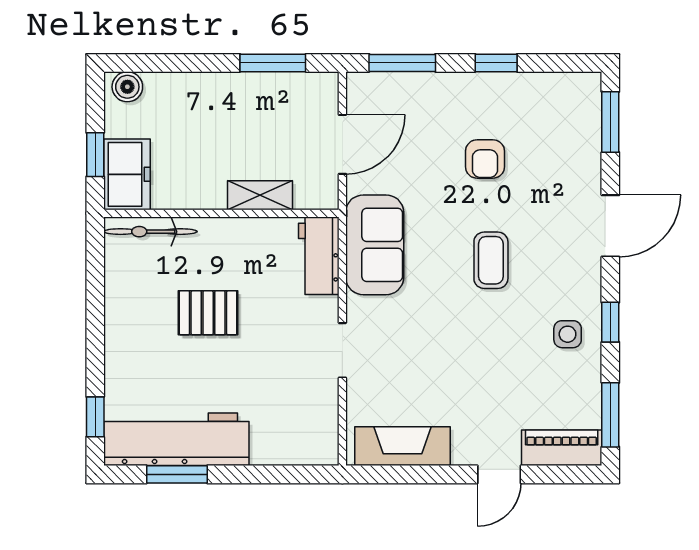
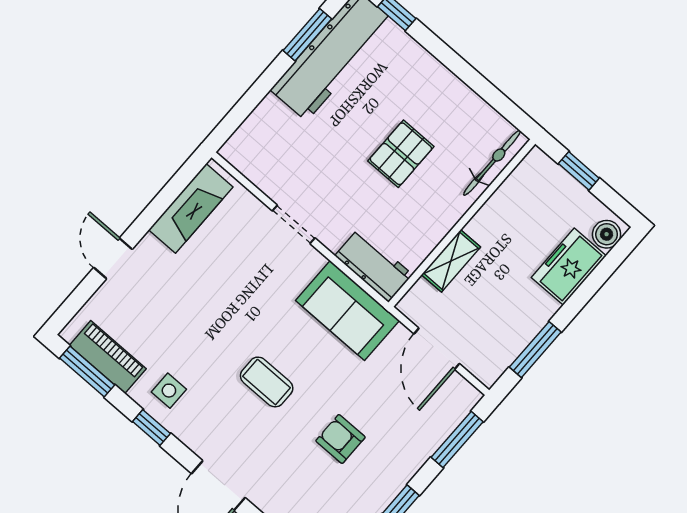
freezer: (127, 174) -> (569, 267), moved, turned 90
piano: (562, 448) -> (108, 357), moved, turned -90

